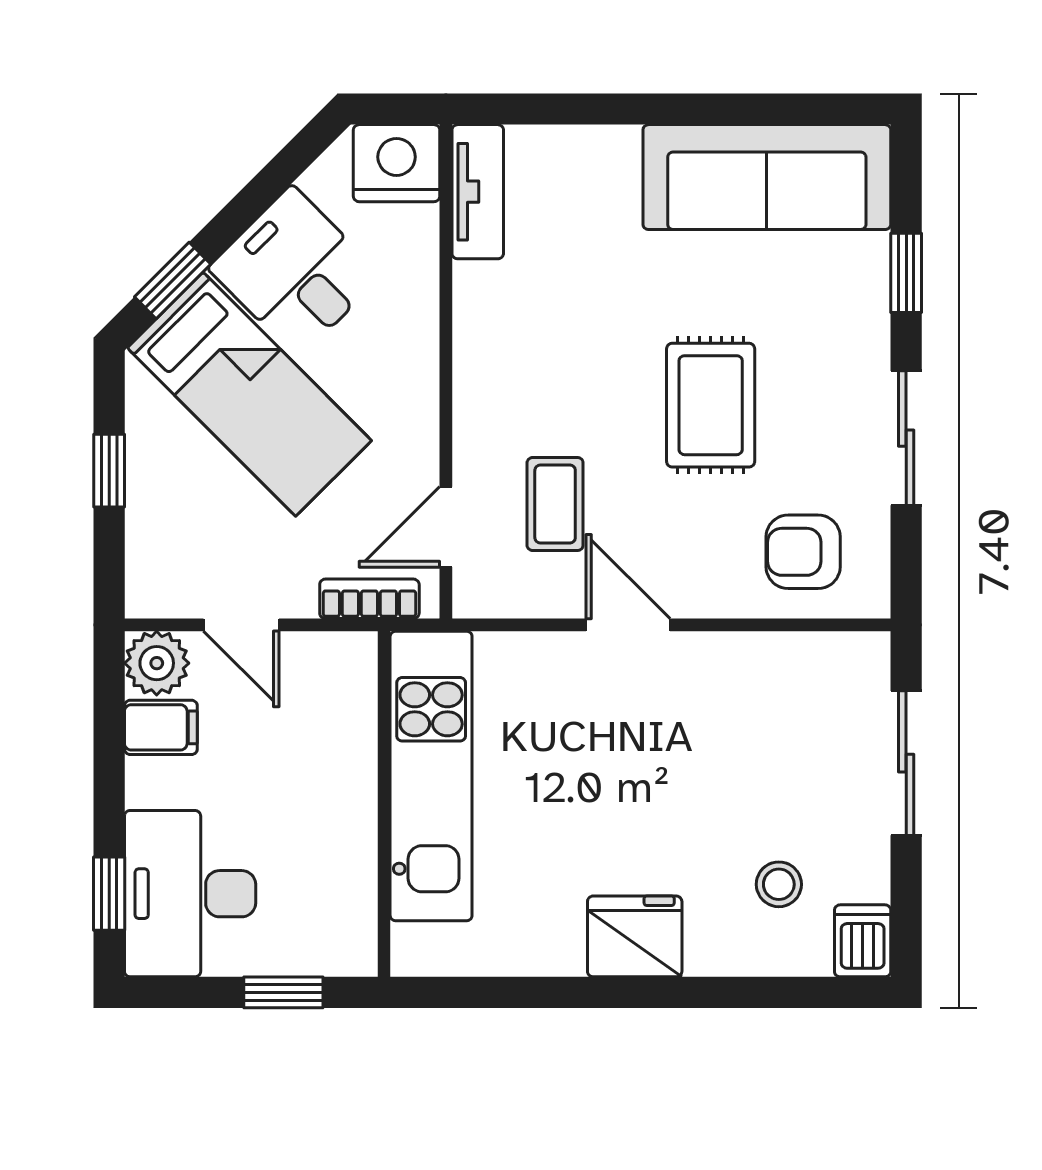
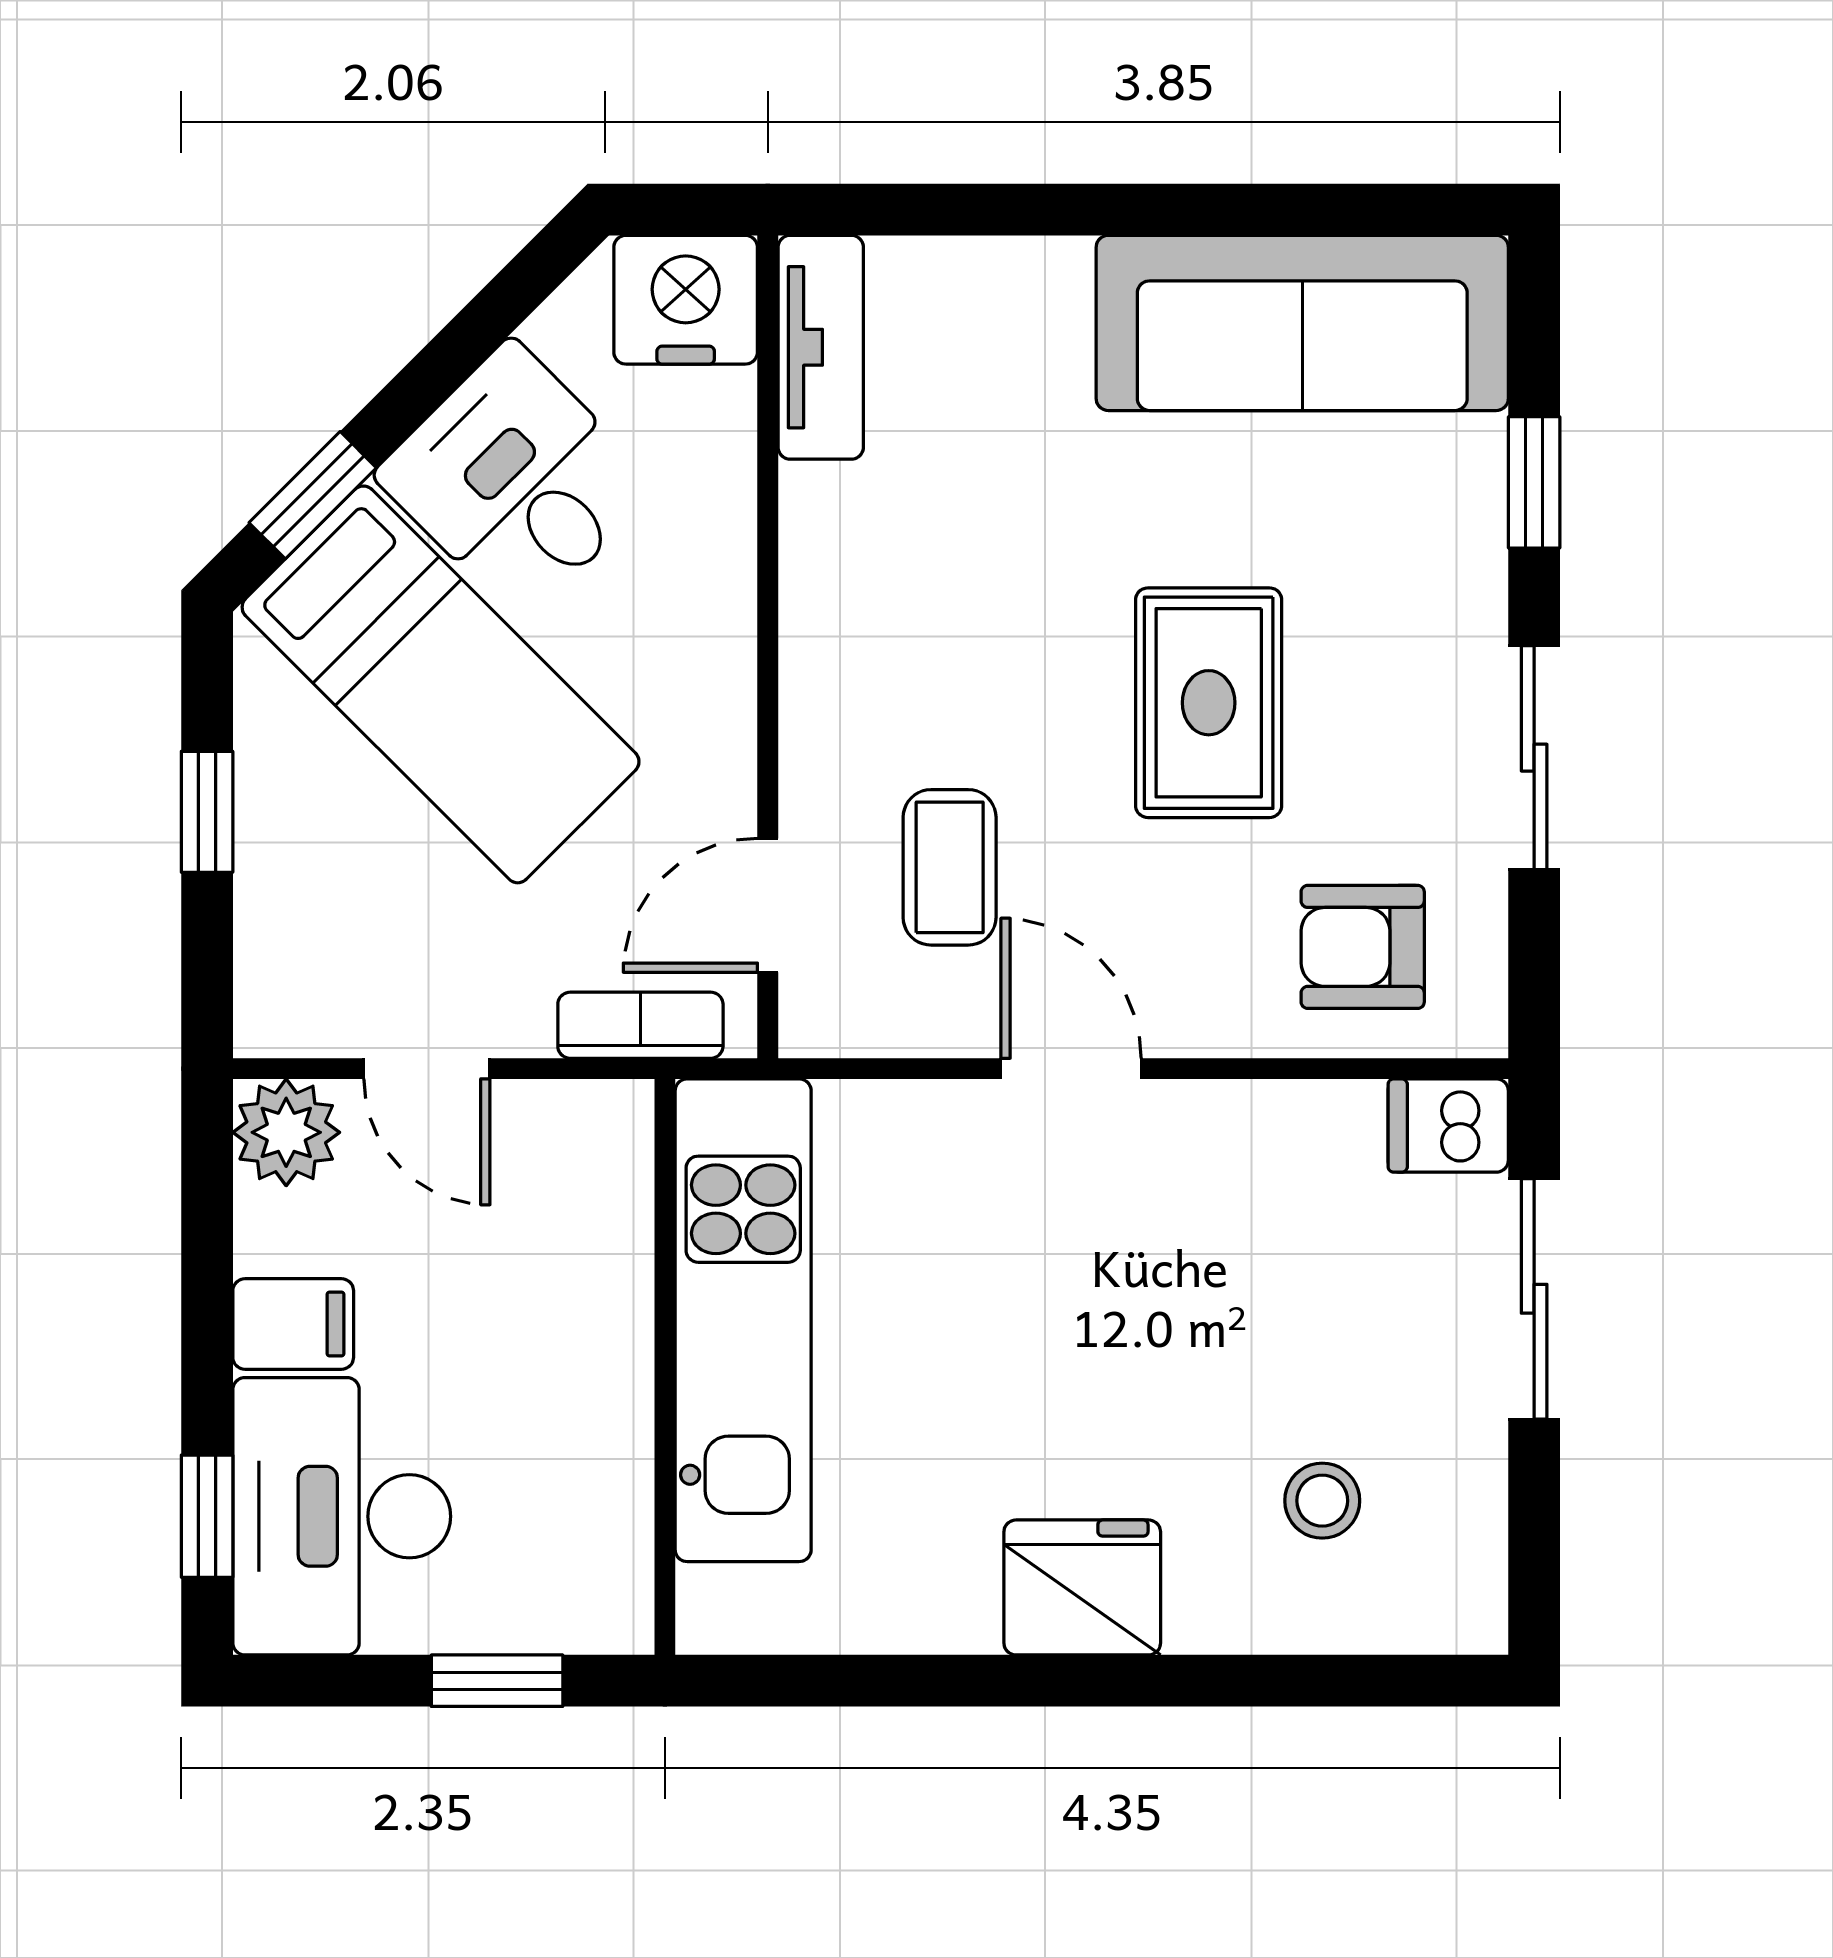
filing cabinet: (161, 727) -> (293, 1324), moved
dishwasher: (863, 941) -> (1448, 1126), moved, turned -90

